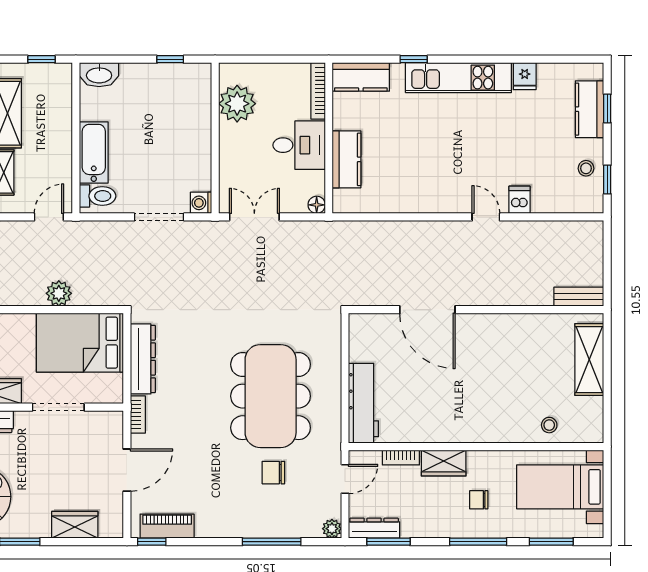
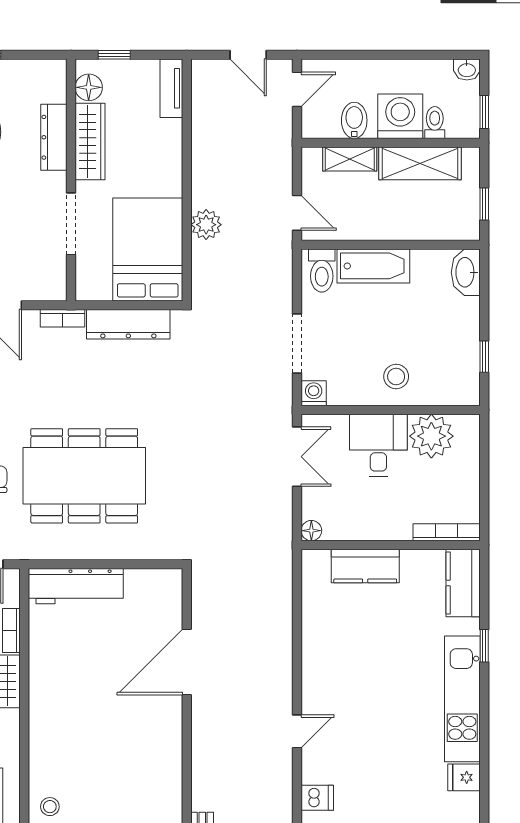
stool: (187, 133) -> (396, 377), added
desk: (299, 145) -> (378, 445), moved, turned 180
dishwasher: (520, 200) -> (317, 798), moved

